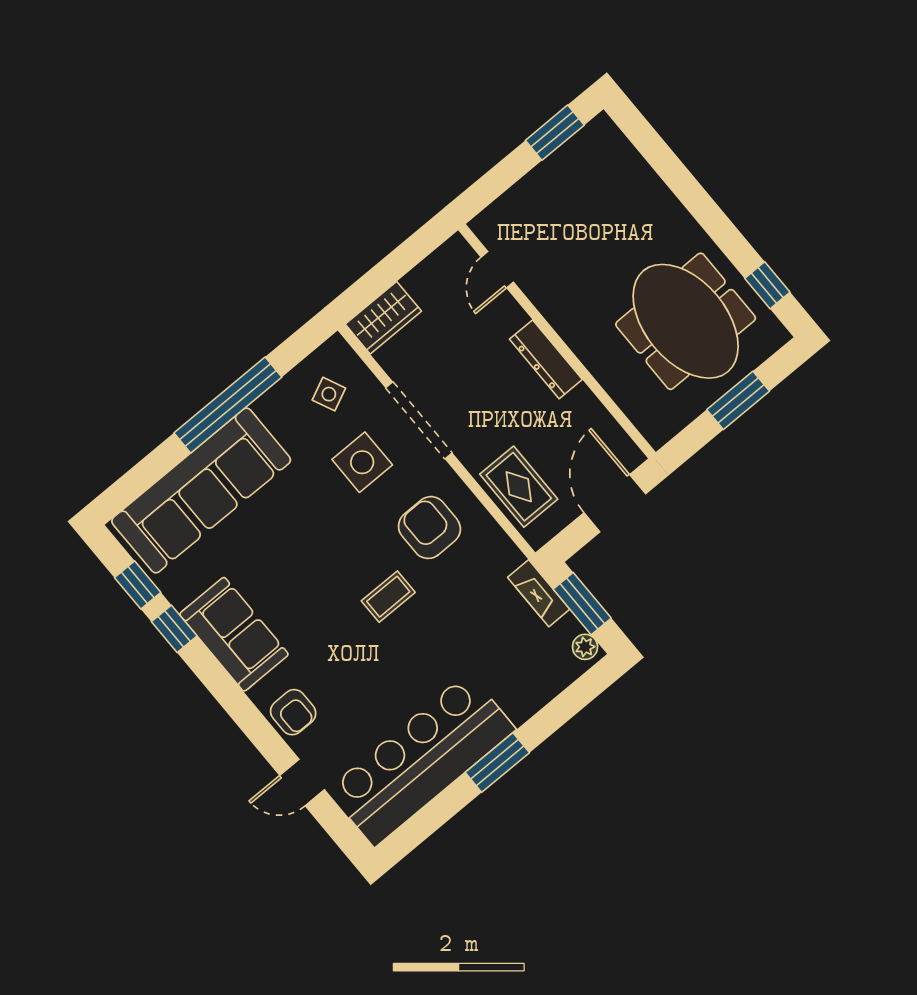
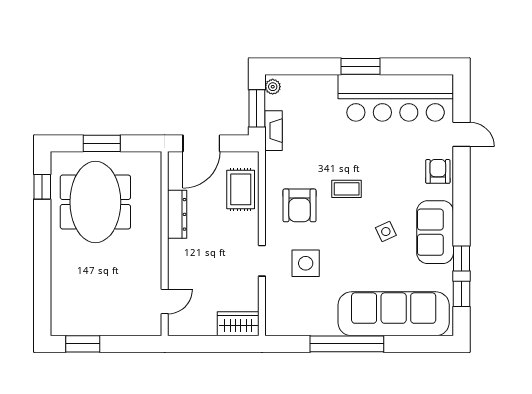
dresser: (546, 359) -> (177, 214), moved
side table: (329, 394) -> (386, 232), moved
doorway: (419, 420) -> (262, 261), width x0.53

